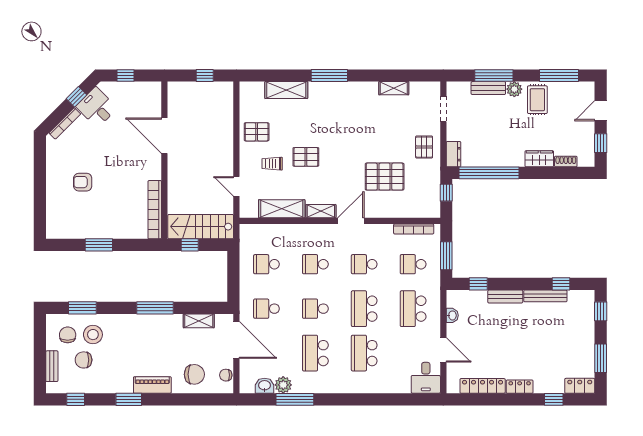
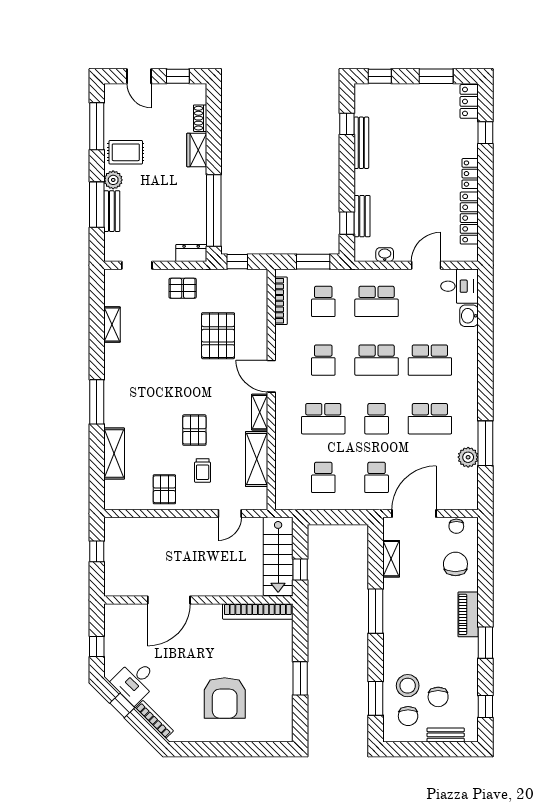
armchair: (83, 182) -> (225, 698), width x1.88, depth x1.88
school desk: (315, 264) -> (323, 419), width x1.85
bench: (505, 297) -> (362, 216), moved
chair: (68, 335) -> (408, 716), turned -90
washbasin: (265, 386) -> (469, 316), moved

